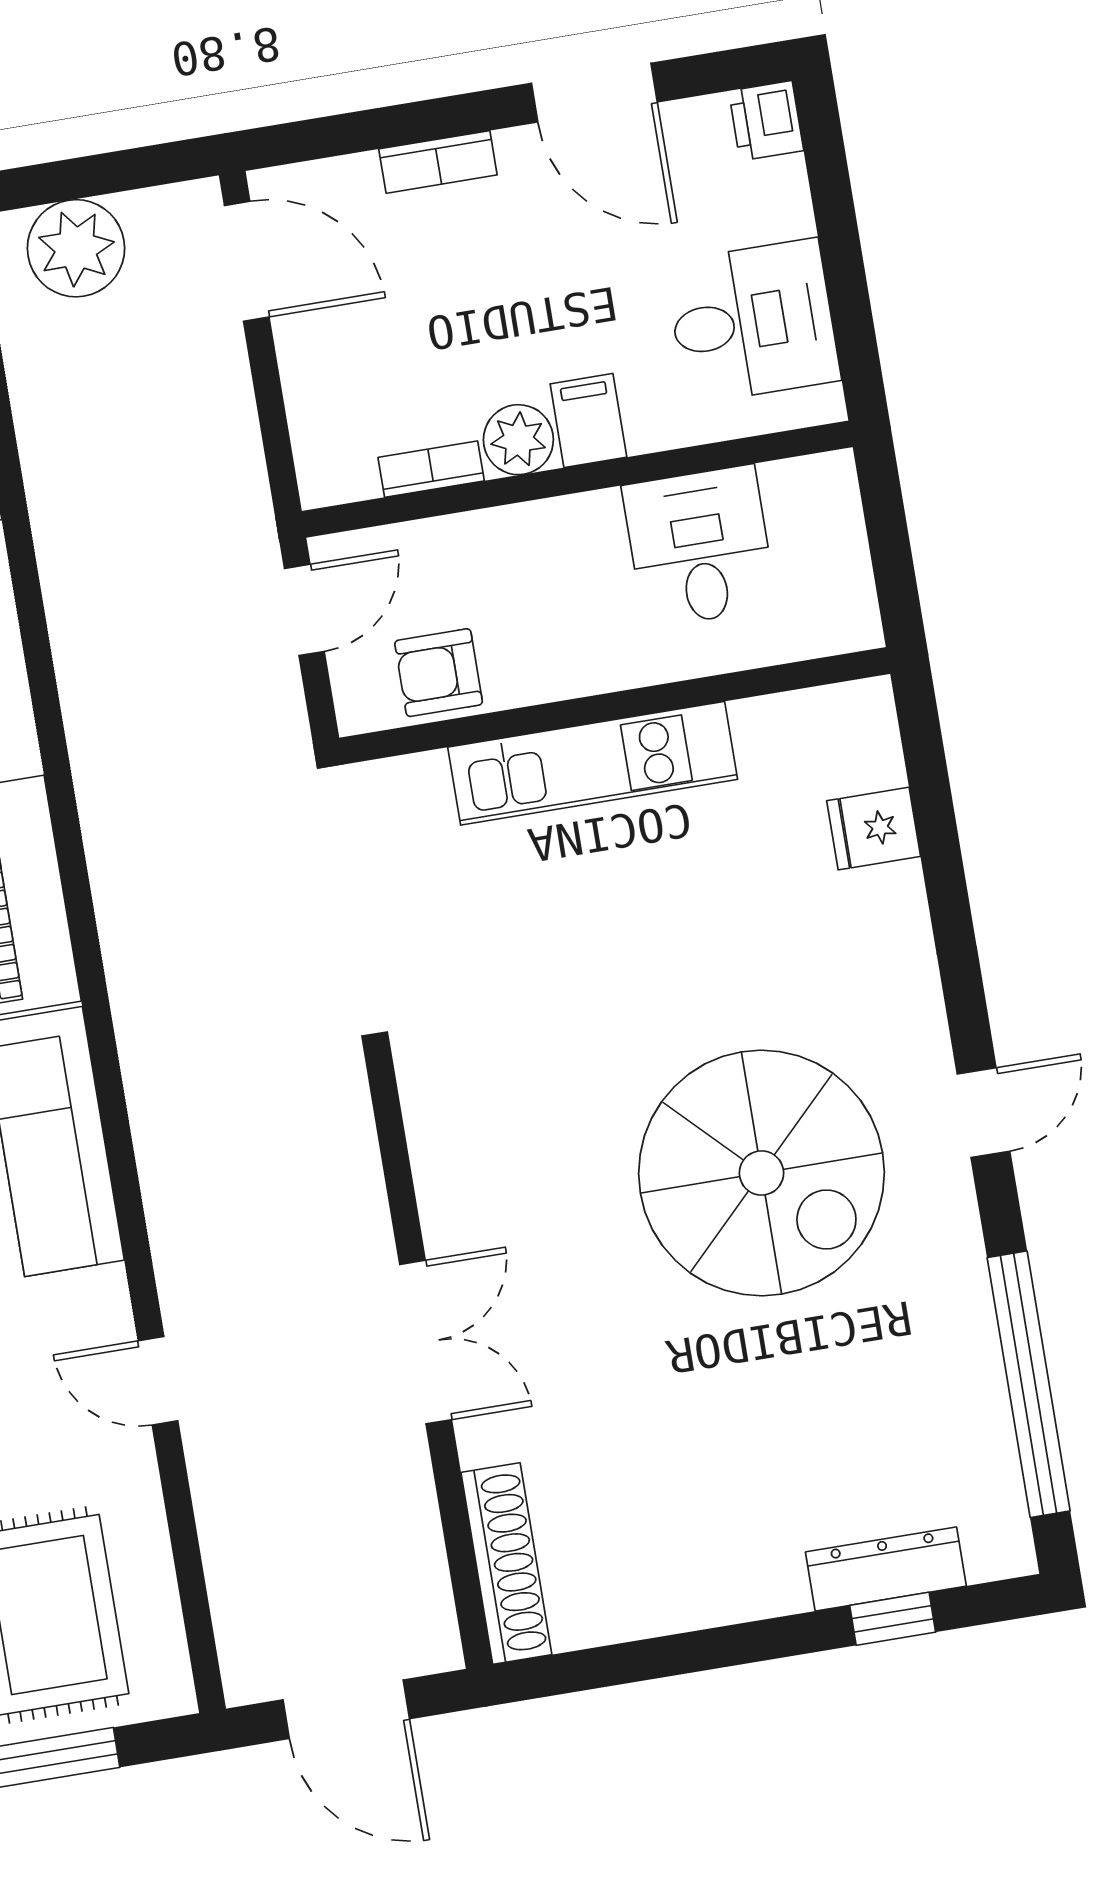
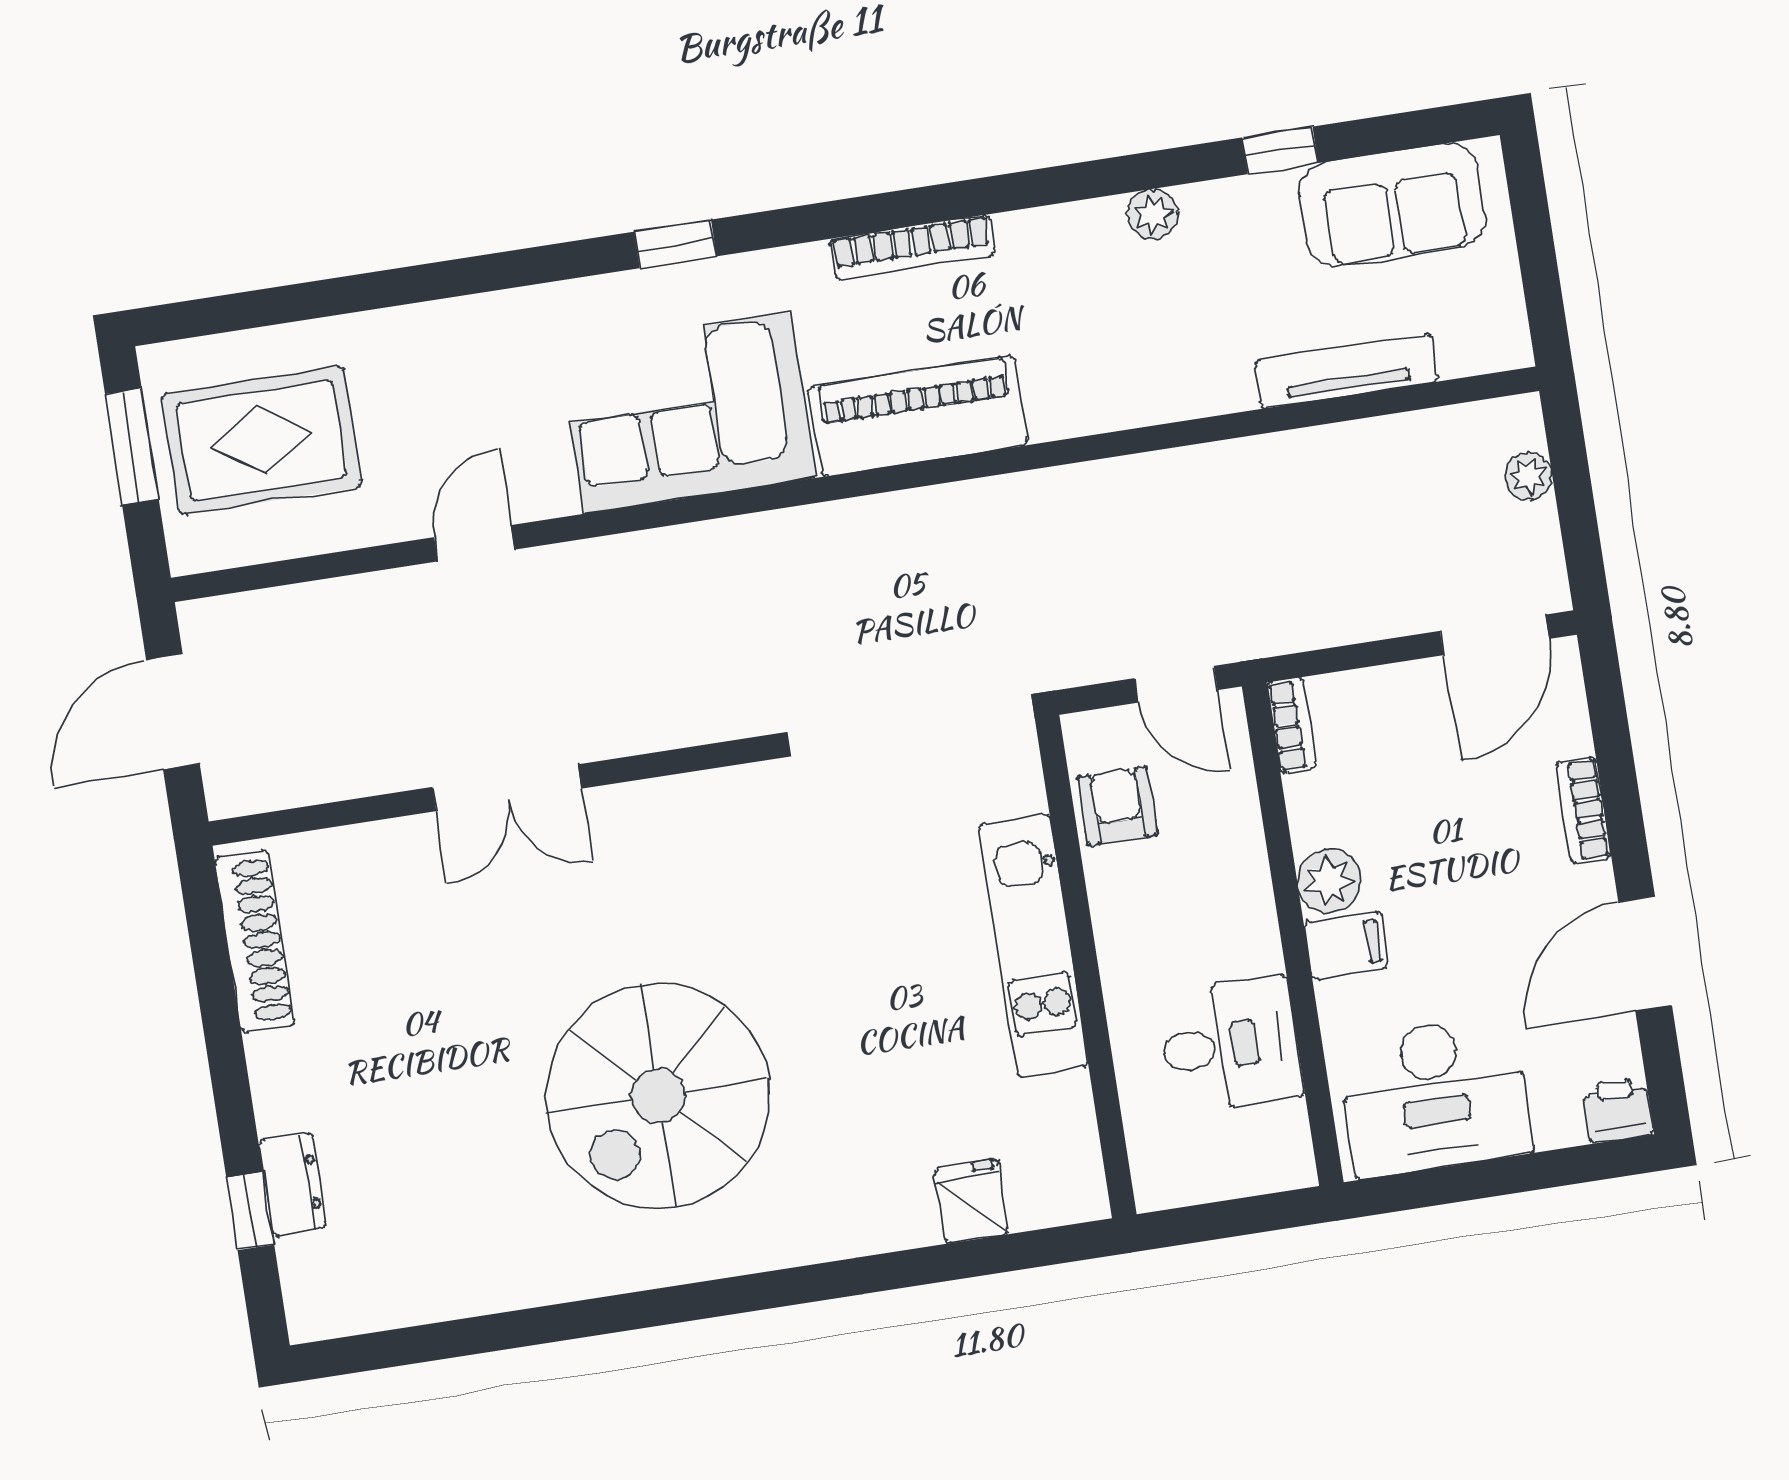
plant: (76, 248) -> (1529, 476), width x0.53, depth x0.53
desk: (753, 321) -> (1435, 1096), width x1.37
bookcase: (431, 469) -> (1292, 725), moved
door: (984, 1113) -> (711, 1299), removed
window: (1029, 1384) -> (463, 1337), removed
shoe rack: (506, 1564) -> (255, 941), moved, turned -90
dresser: (886, 1569) -> (292, 1184), width x0.70

